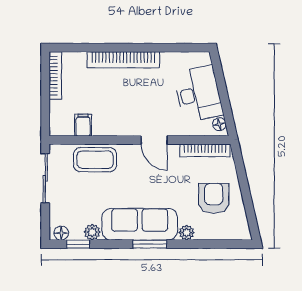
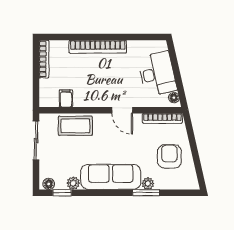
window: (150, 244) -> (146, 193), moved

